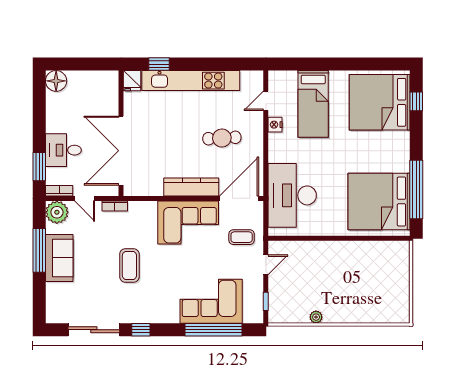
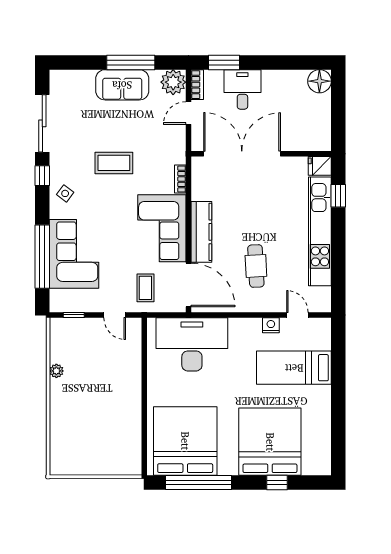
window: (416, 101) -> (277, 482), moved
bed: (380, 102) -> (270, 442), moved
bookcase: (115, 206) -> (180, 179), moved
side table: (157, 309) -> (65, 193), added

